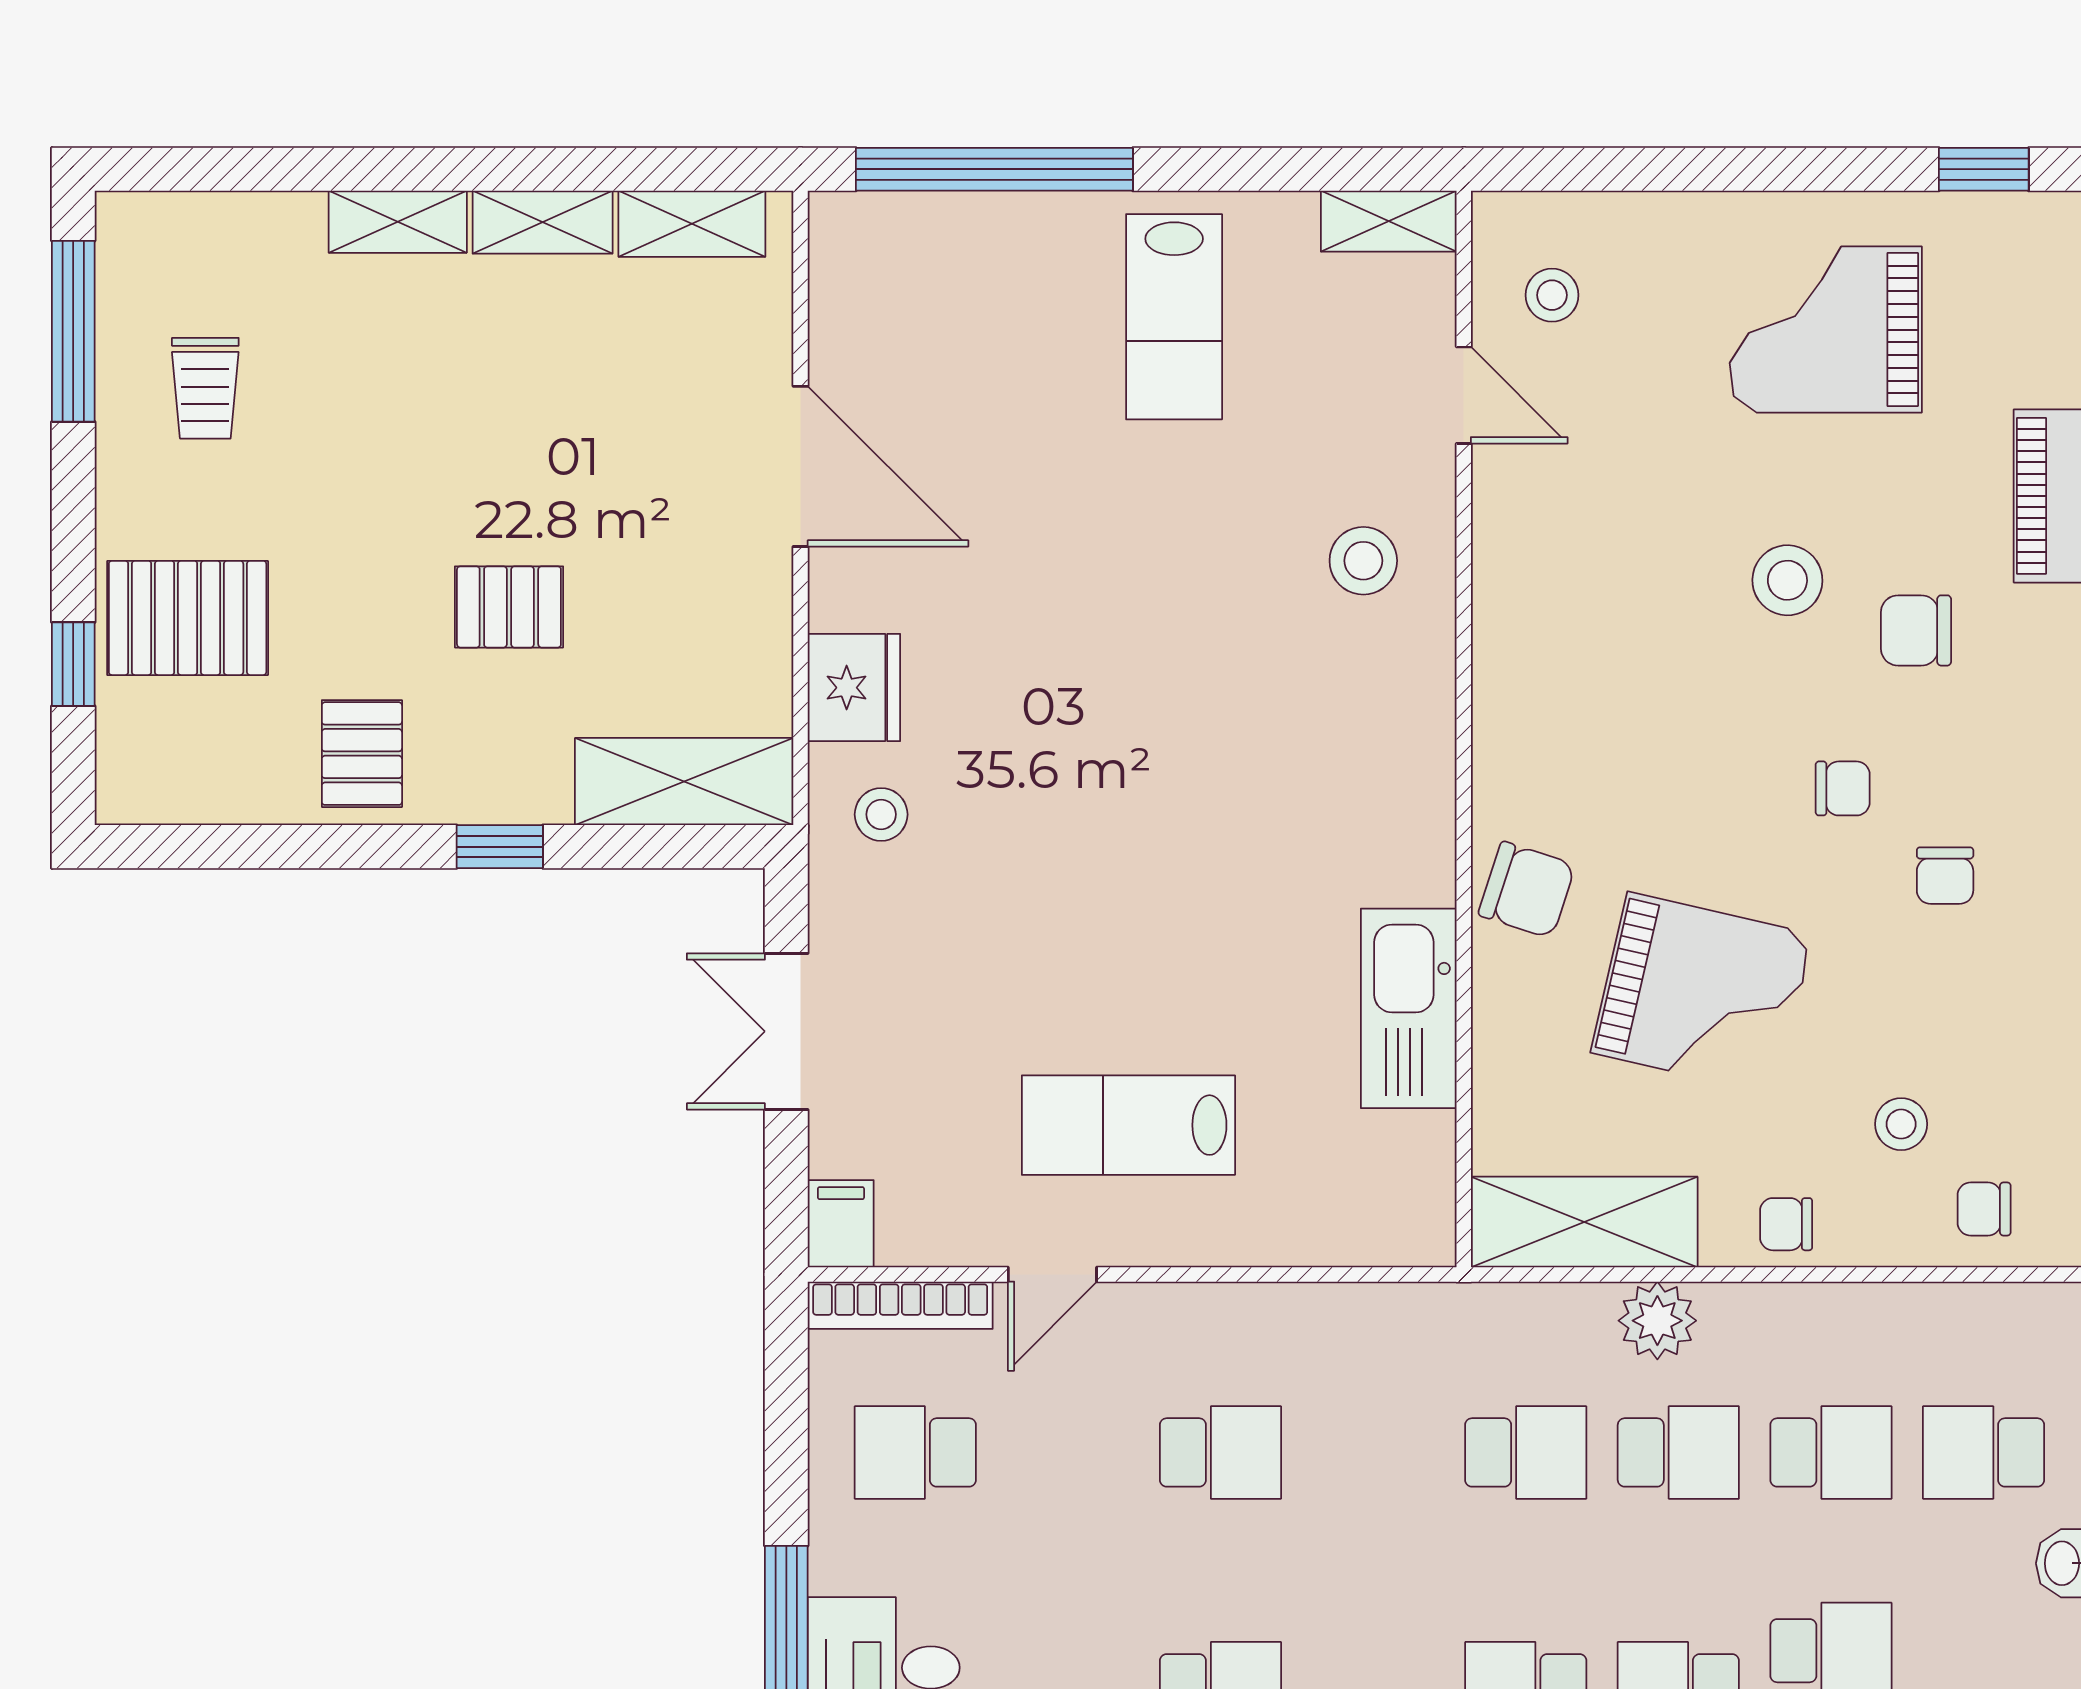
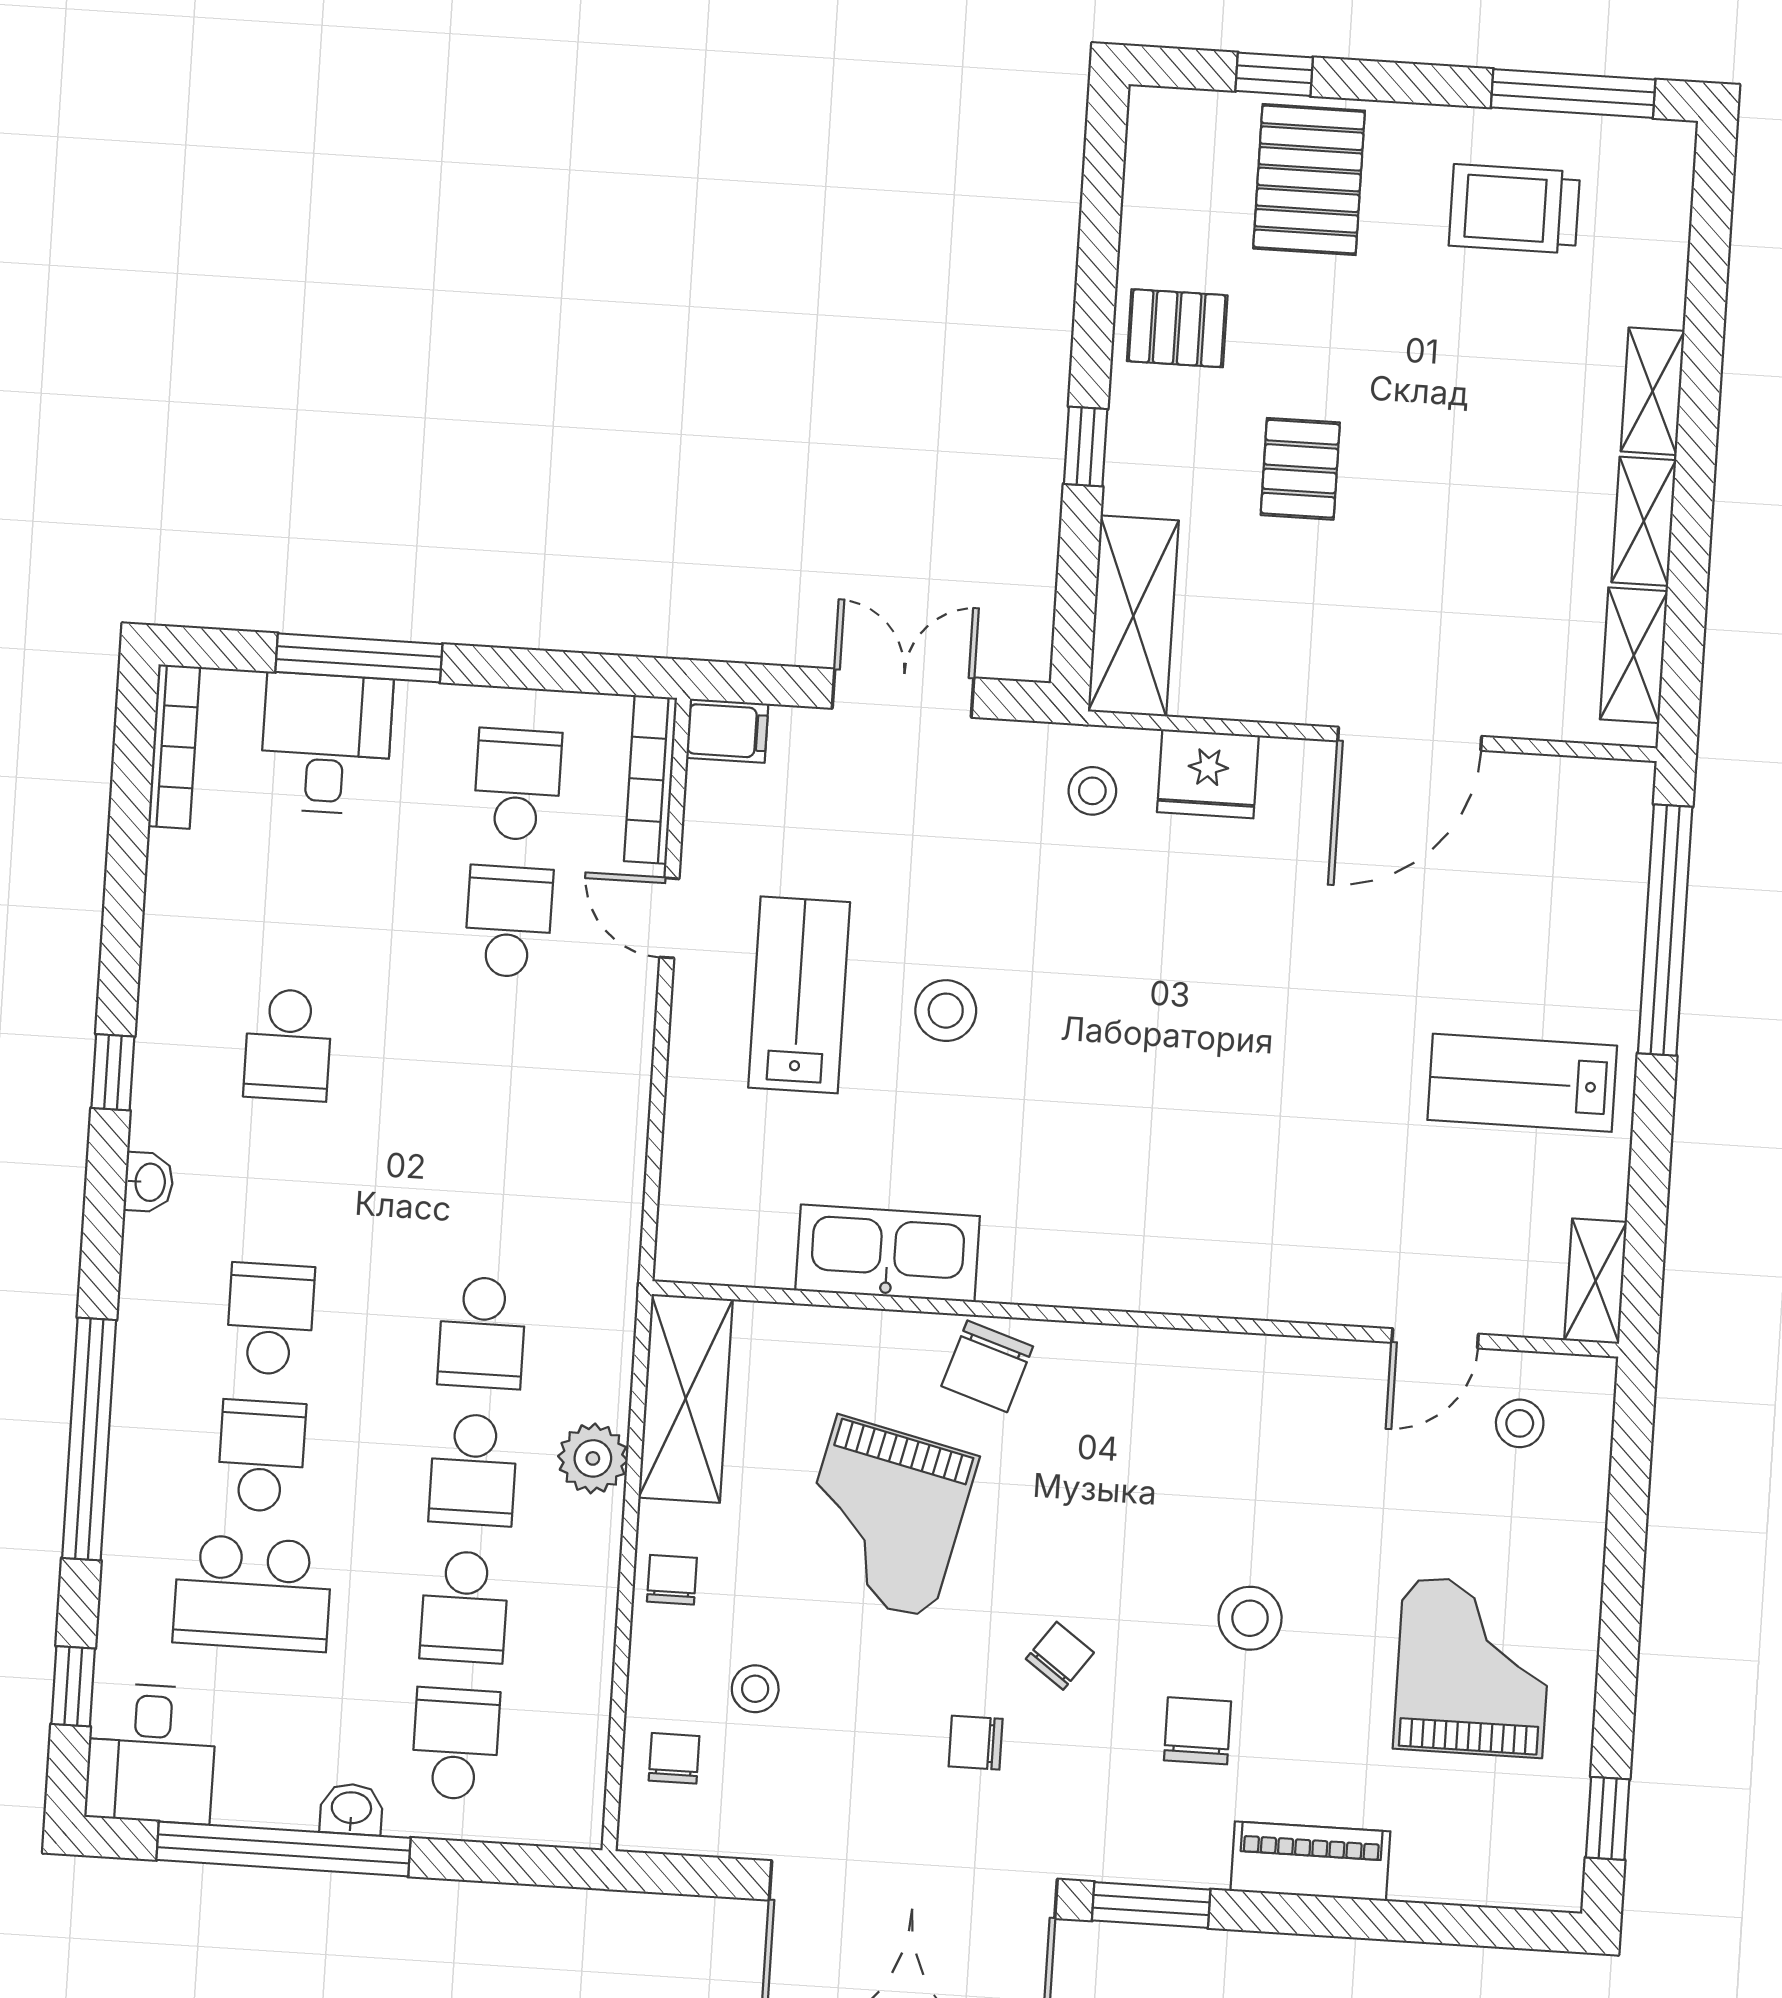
trolley: (205, 388) -> (1514, 209), width x1.36, depth x1.39
stool: (1363, 561) -> (946, 1011), moved
chair: (1843, 788) -> (1060, 1656), turned -144
school desk: (1221, 1452) -> (509, 922), moved, turned 180

